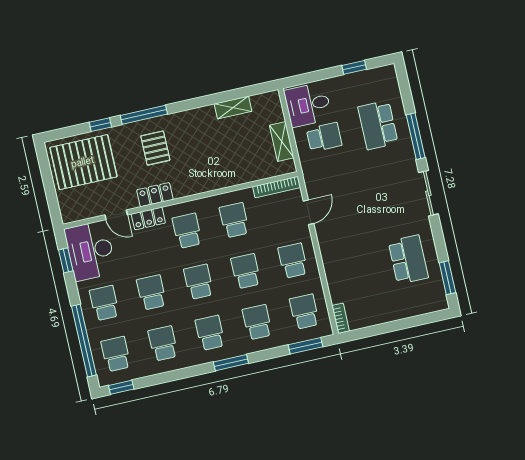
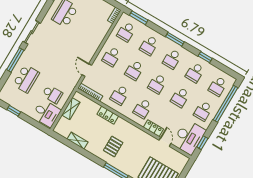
school desk: (324, 137) -> (52, 94), turned 180
pallet: (155, 148) -> (113, 147), moved
locker: (155, 195) -> (108, 115), moved
door: (308, 212) -> (87, 70), hinge flipped
window: (121, 387) -> (205, 57), moved

